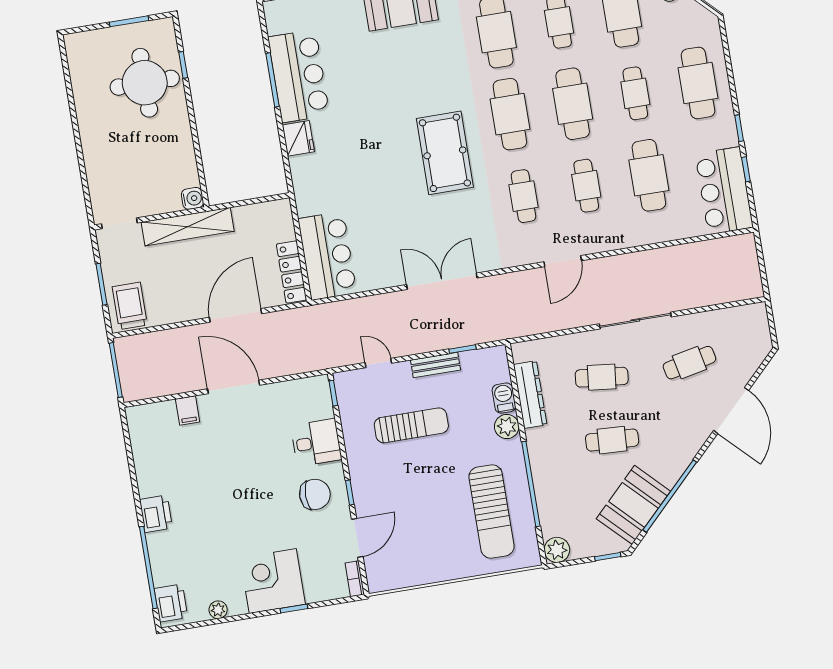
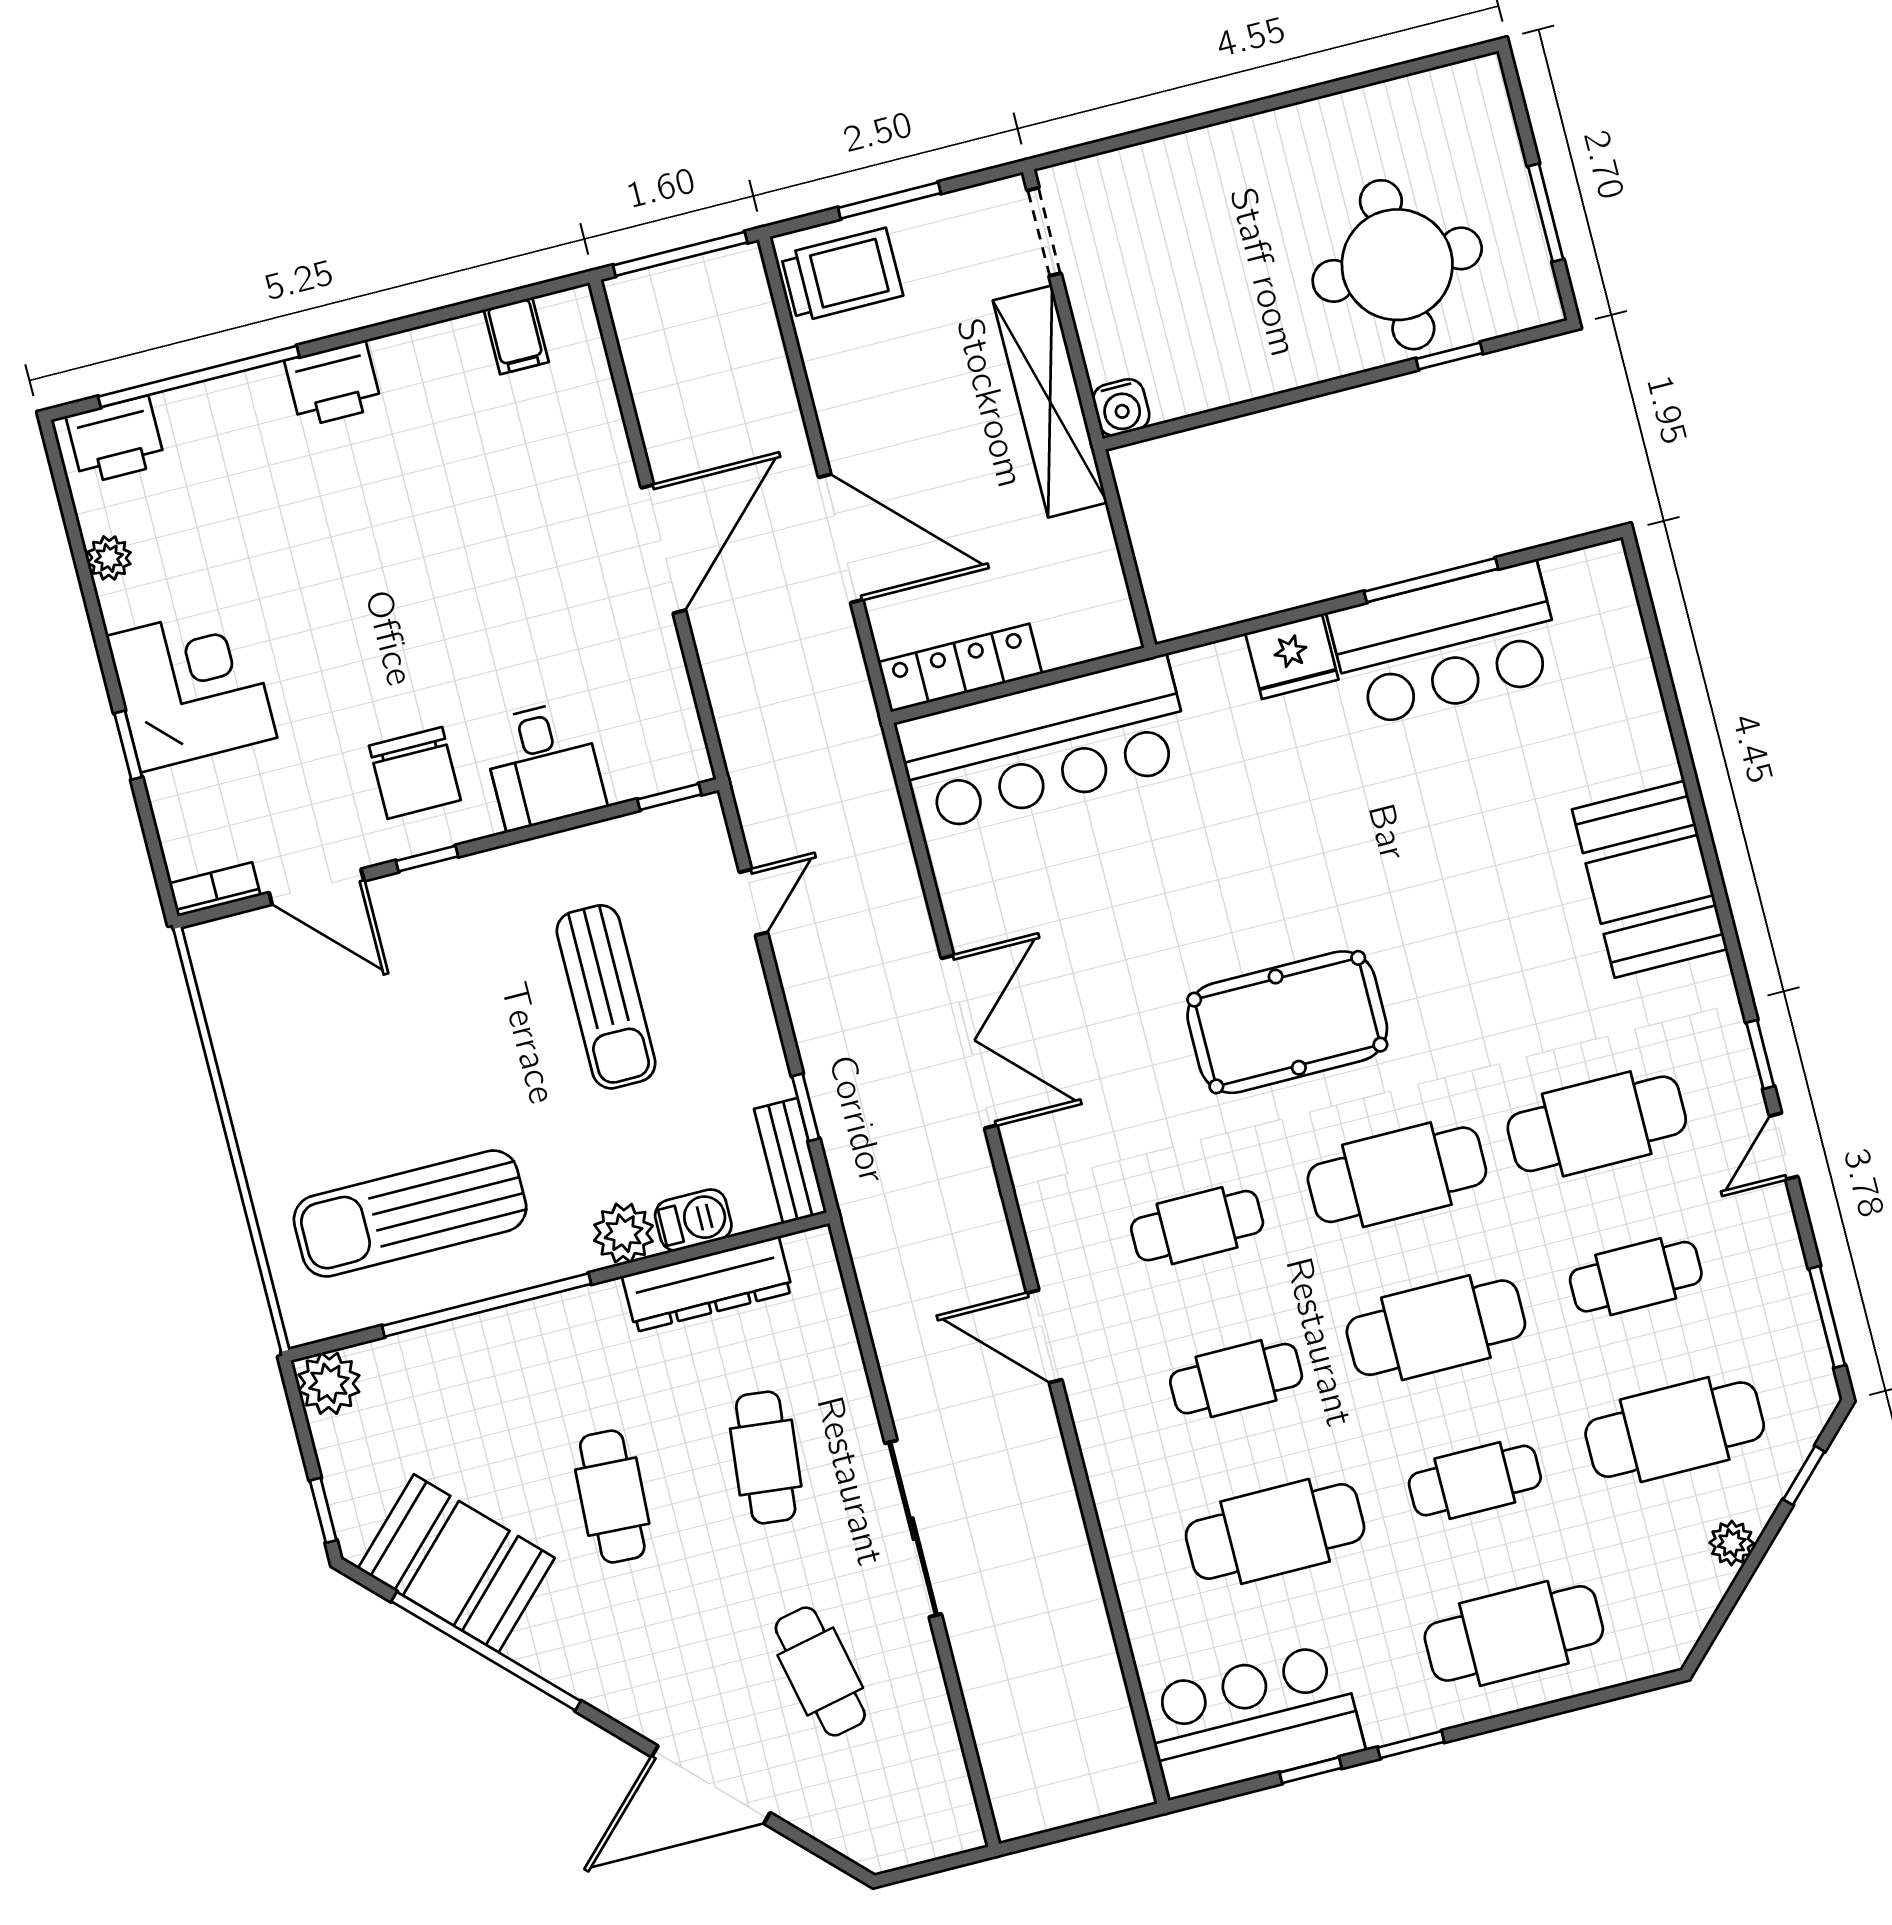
bar counter: (327, 256) -> (1044, 744), width x1.36
bench: (436, 365) -> (790, 1161), moved
filing cabinet: (188, 410) -> (516, 336), moved, turned -90

